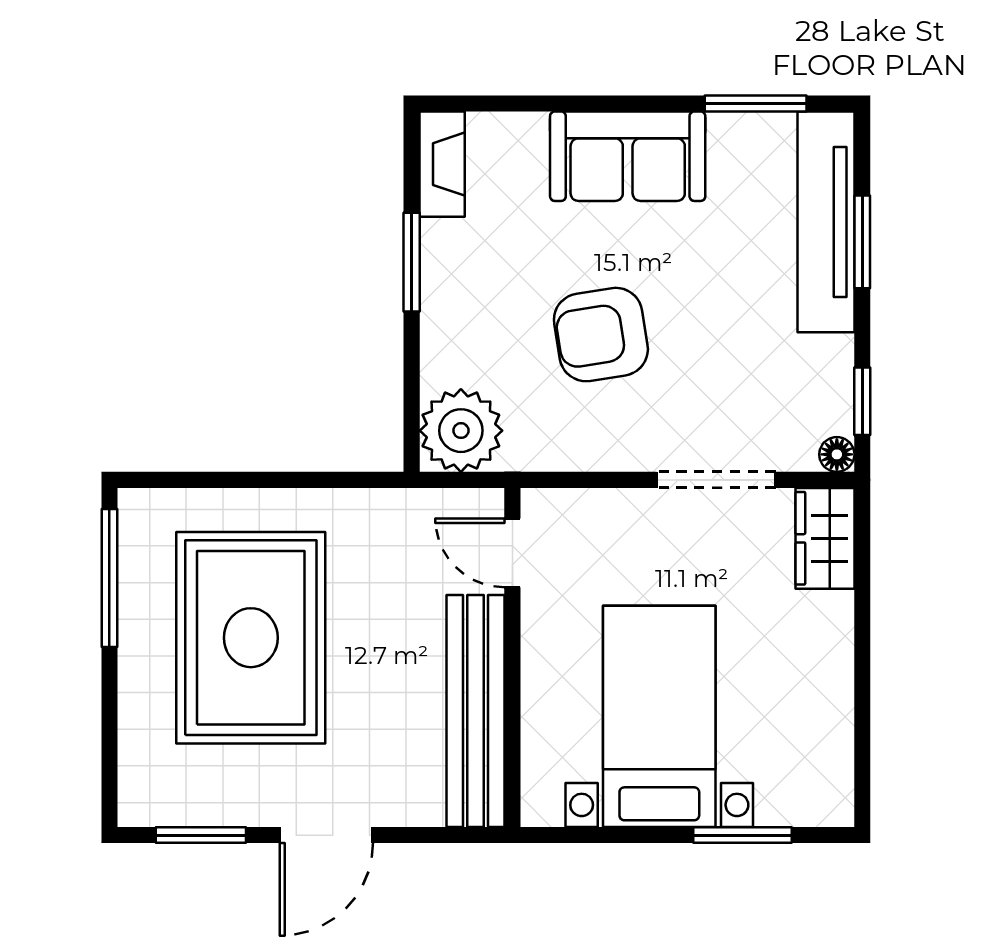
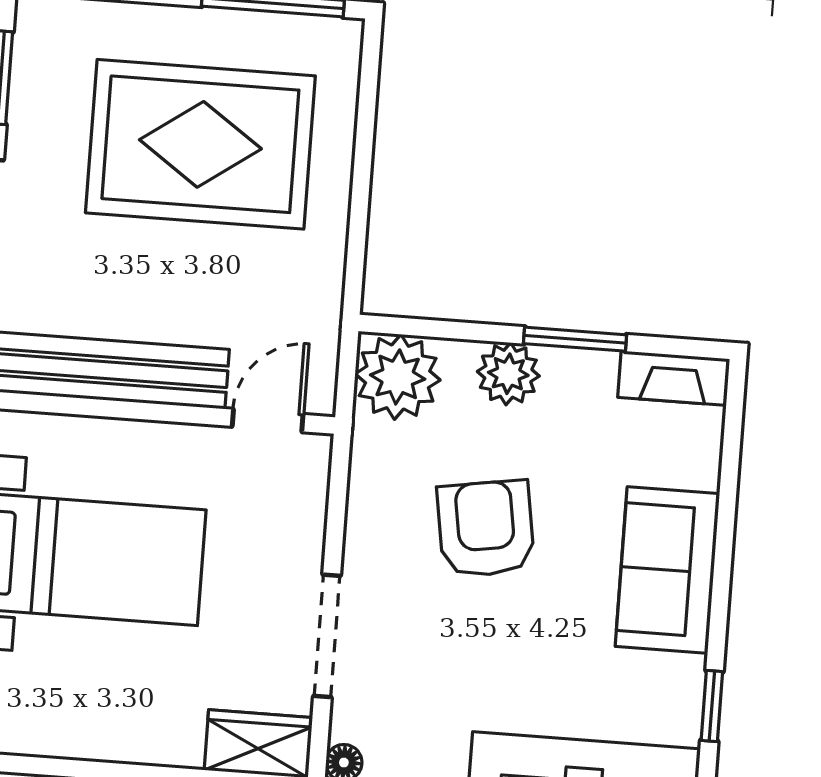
window: (756, 103) -> (712, 706), width x0.67
plant: (450, 324) -> (508, 374), added

